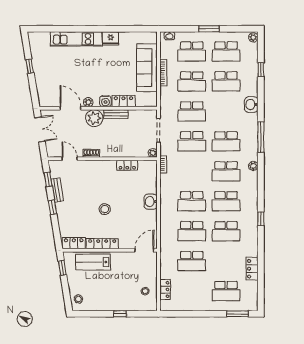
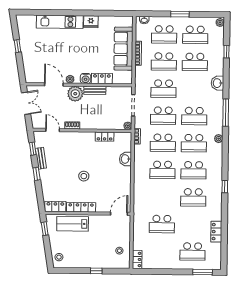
washbasin: (151, 202) -> (125, 159), moved
school desk: (192, 231) -> (163, 143), moved
locker: (165, 289) -> (137, 259), moved

